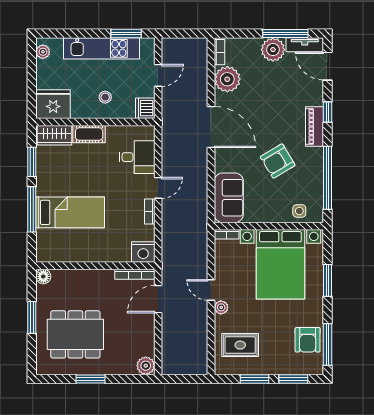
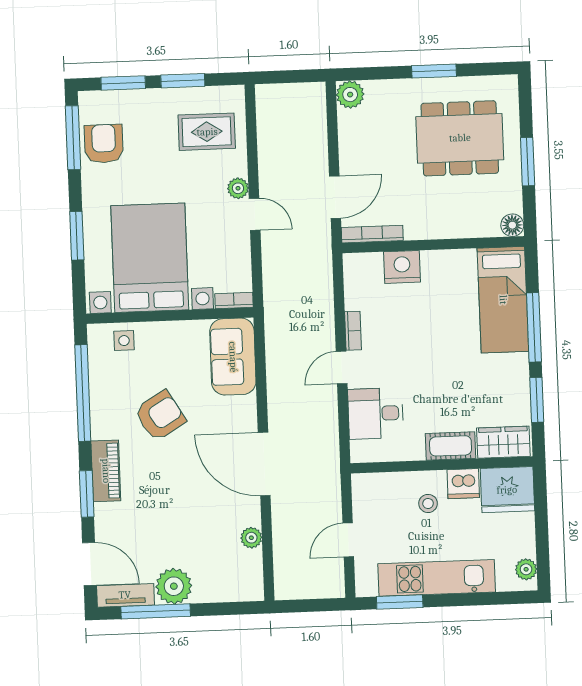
bookcase: (219, 52) -> (256, 579), removed
plant: (227, 79) -> (251, 538), width x0.53, depth x0.53
dishwasher: (145, 108) -> (463, 484), moved, turned 90
window: (327, 112) -> (87, 494), width x1.50
bed: (70, 212) -> (503, 300), moved, turned -90
nightstand: (143, 252) -> (402, 267), moved

